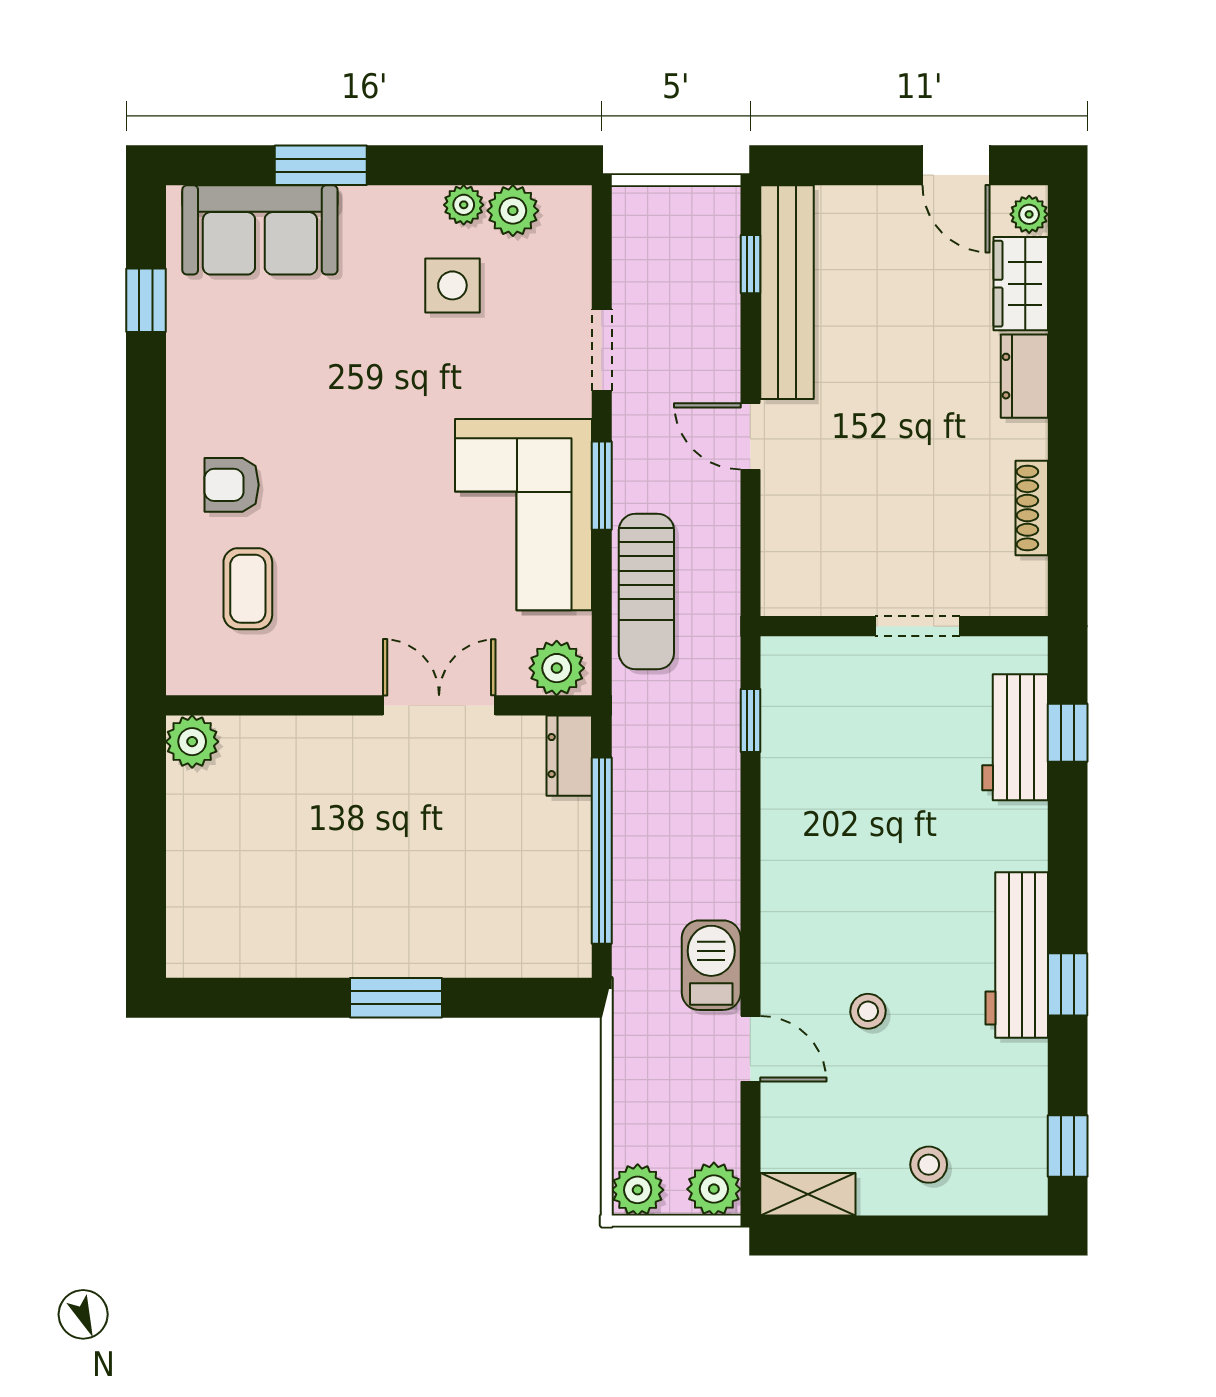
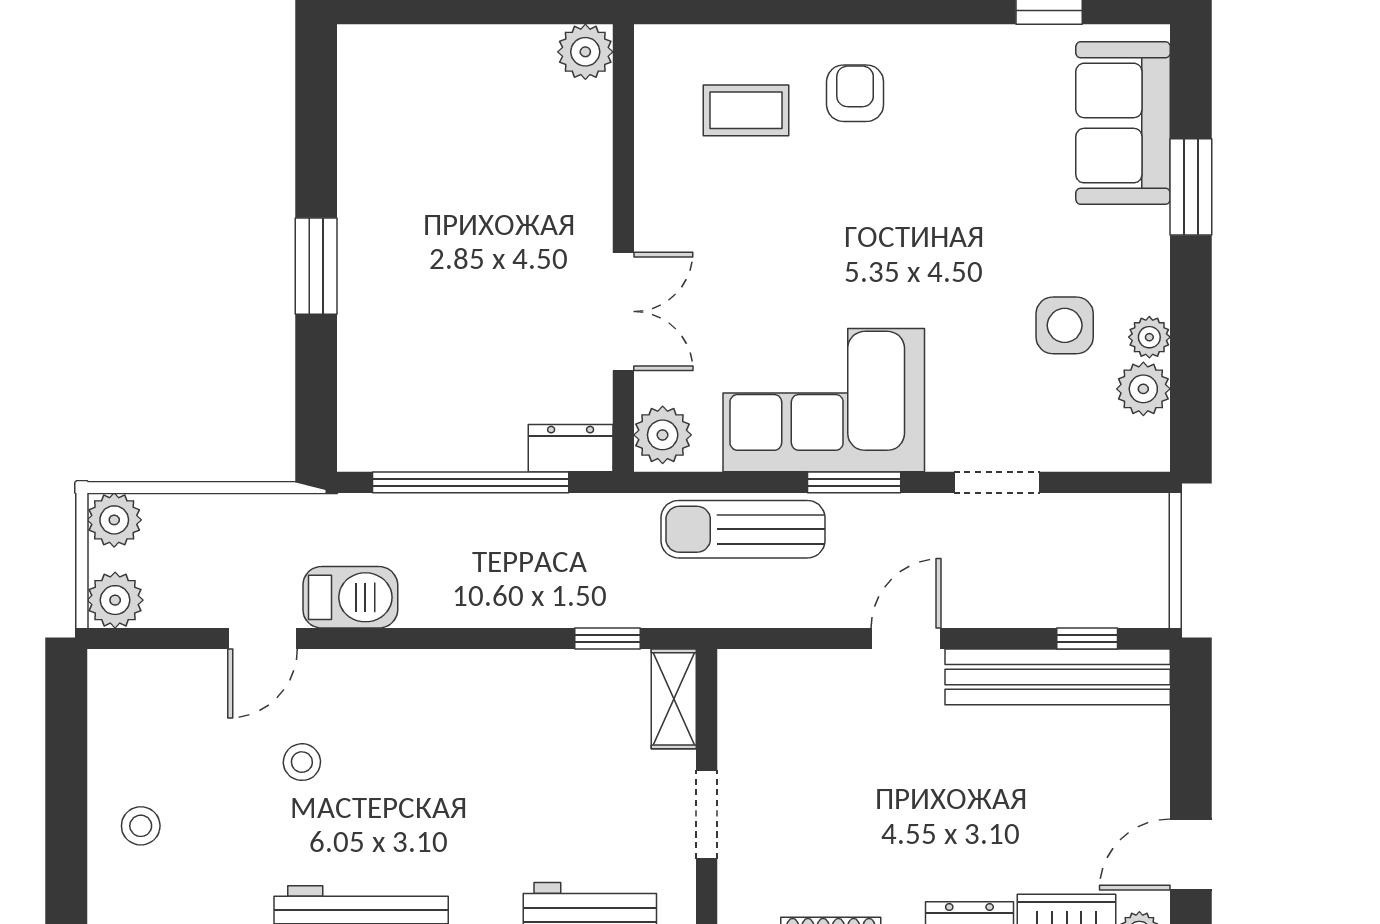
shelving: (808, 1194) -> (674, 699), moved

